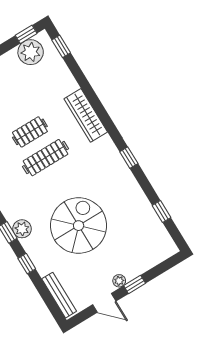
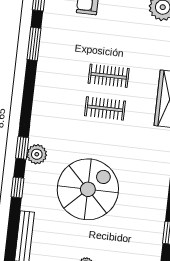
clothes rail: (46, 158) -> (105, 108), width x0.73

